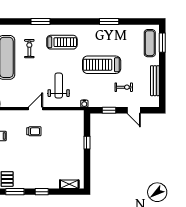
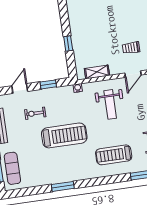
door: (134, 110) -> (20, 89), hinge flipped
shelving: (66, 115) -> (97, 72), added

